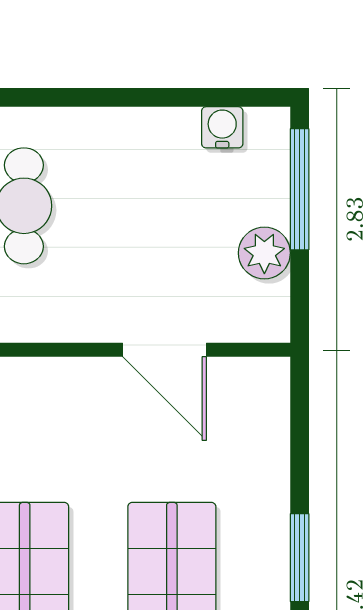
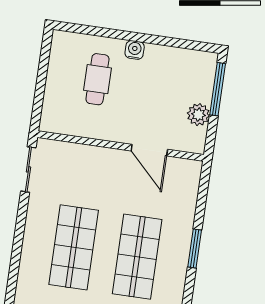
water cooler: (222, 127) -> (135, 50), moved

